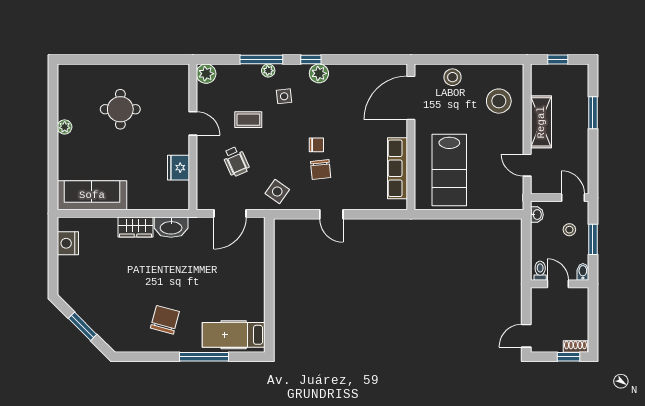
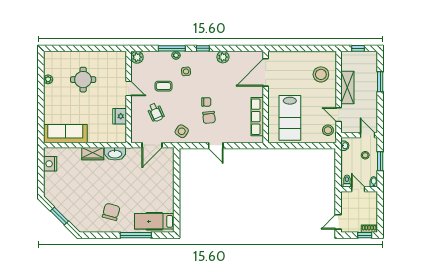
plant: (319, 73) -> (223, 57), moved
stool: (452, 77) -> (328, 130), moved
plant: (65, 127) -> (48, 79), moved

